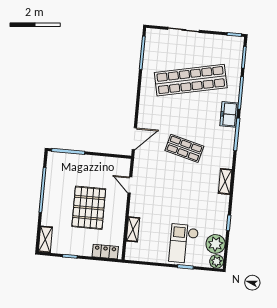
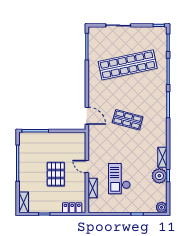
freezer: (229, 114) -> (161, 89), removed
door: (134, 139) -> (87, 116), hinge flipped
shelving: (225, 181) -> (162, 157), moved
door: (130, 185) -> (87, 167), moved
pallet: (89, 208) -> (56, 174), width x0.73, depth x0.71
checkout: (184, 244) -> (119, 179), moved
plant: (216, 244) -> (159, 176), moved

